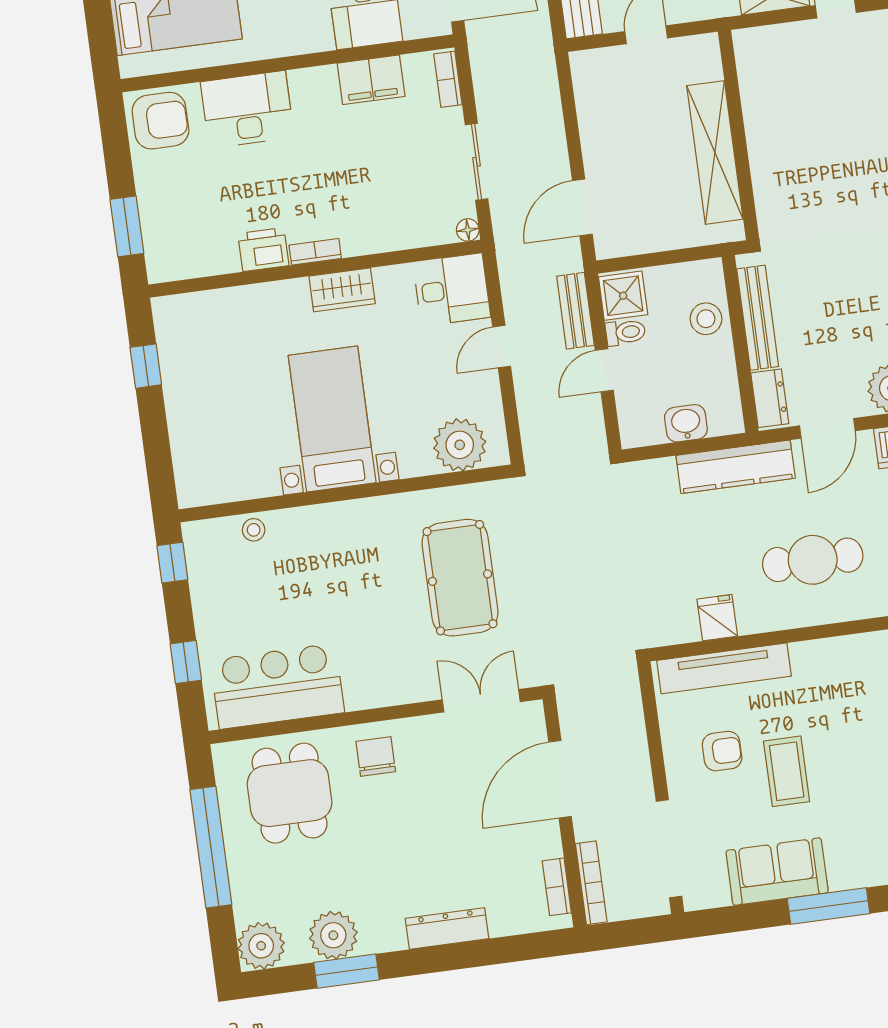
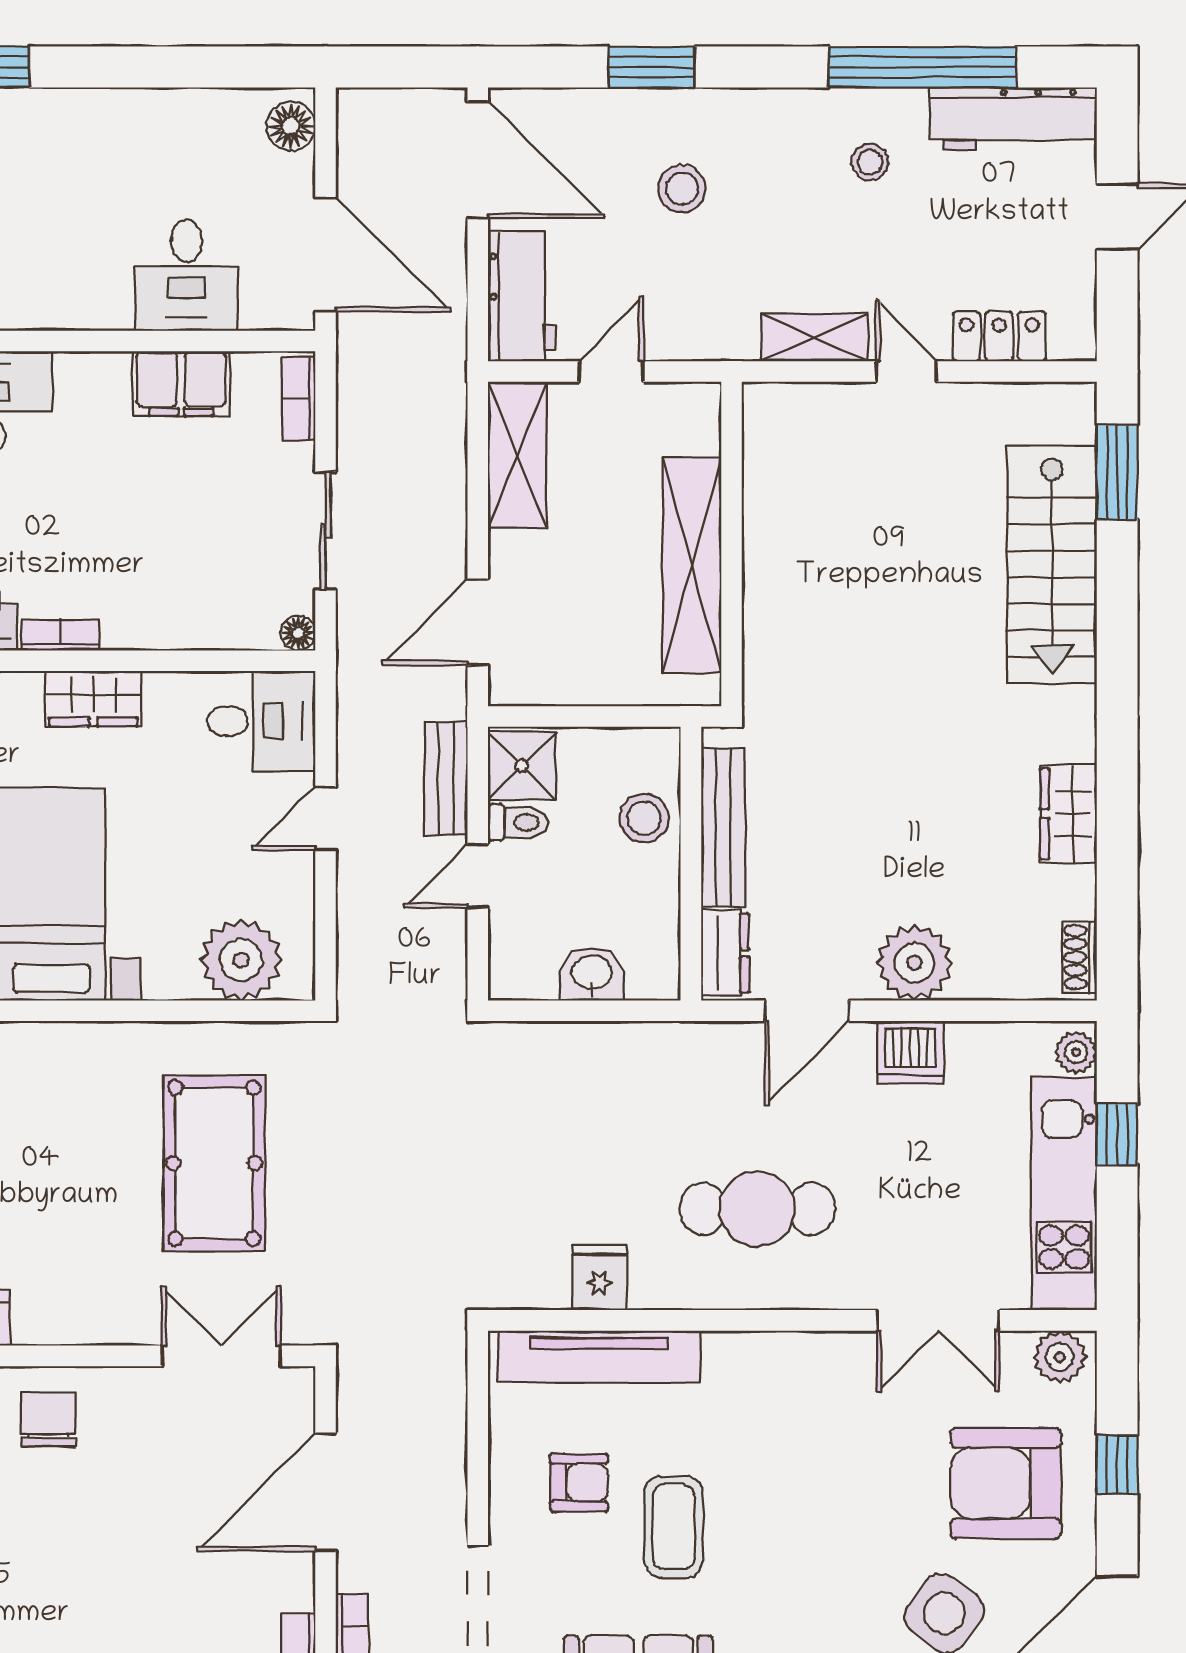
shelving: (593, 97) -> (517, 455), added
kitchen counter: (736, 467) -> (659, 1051), removed

